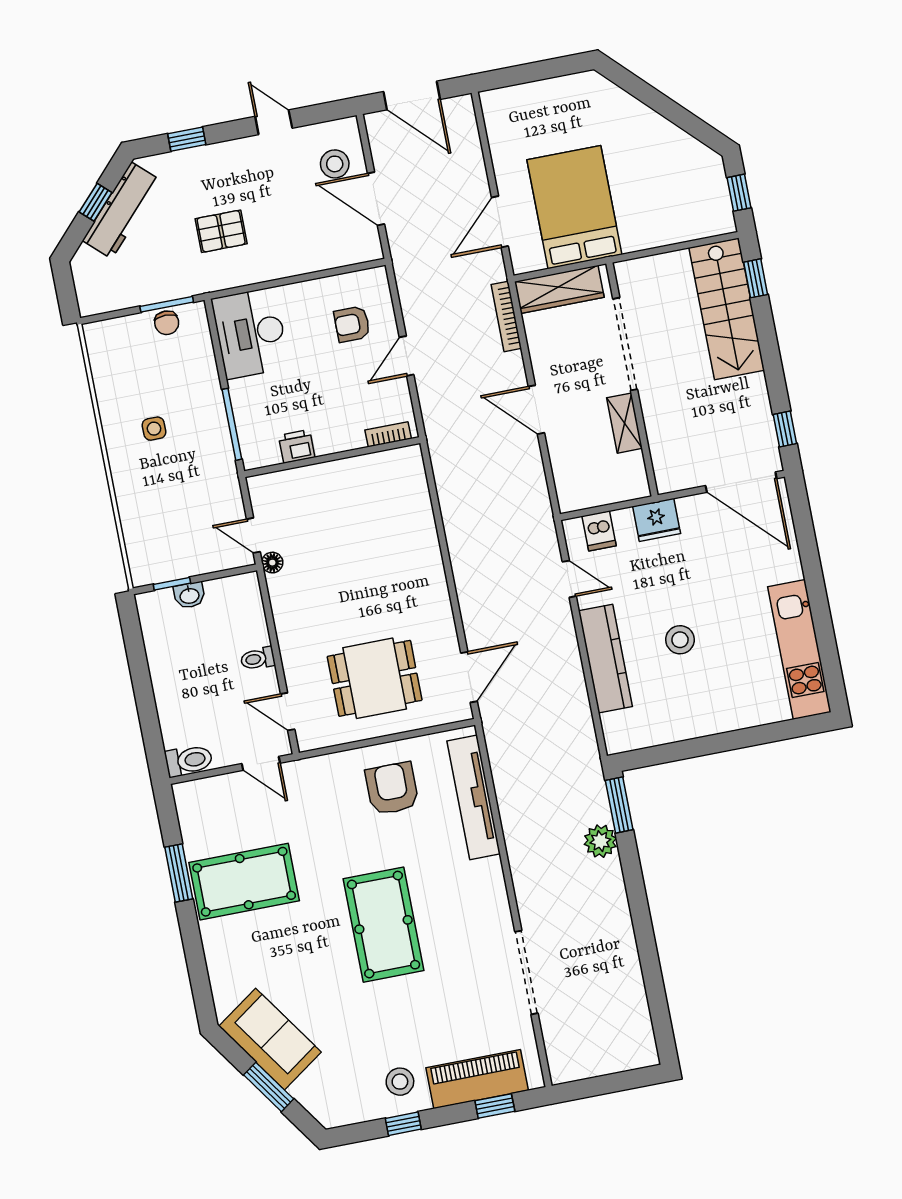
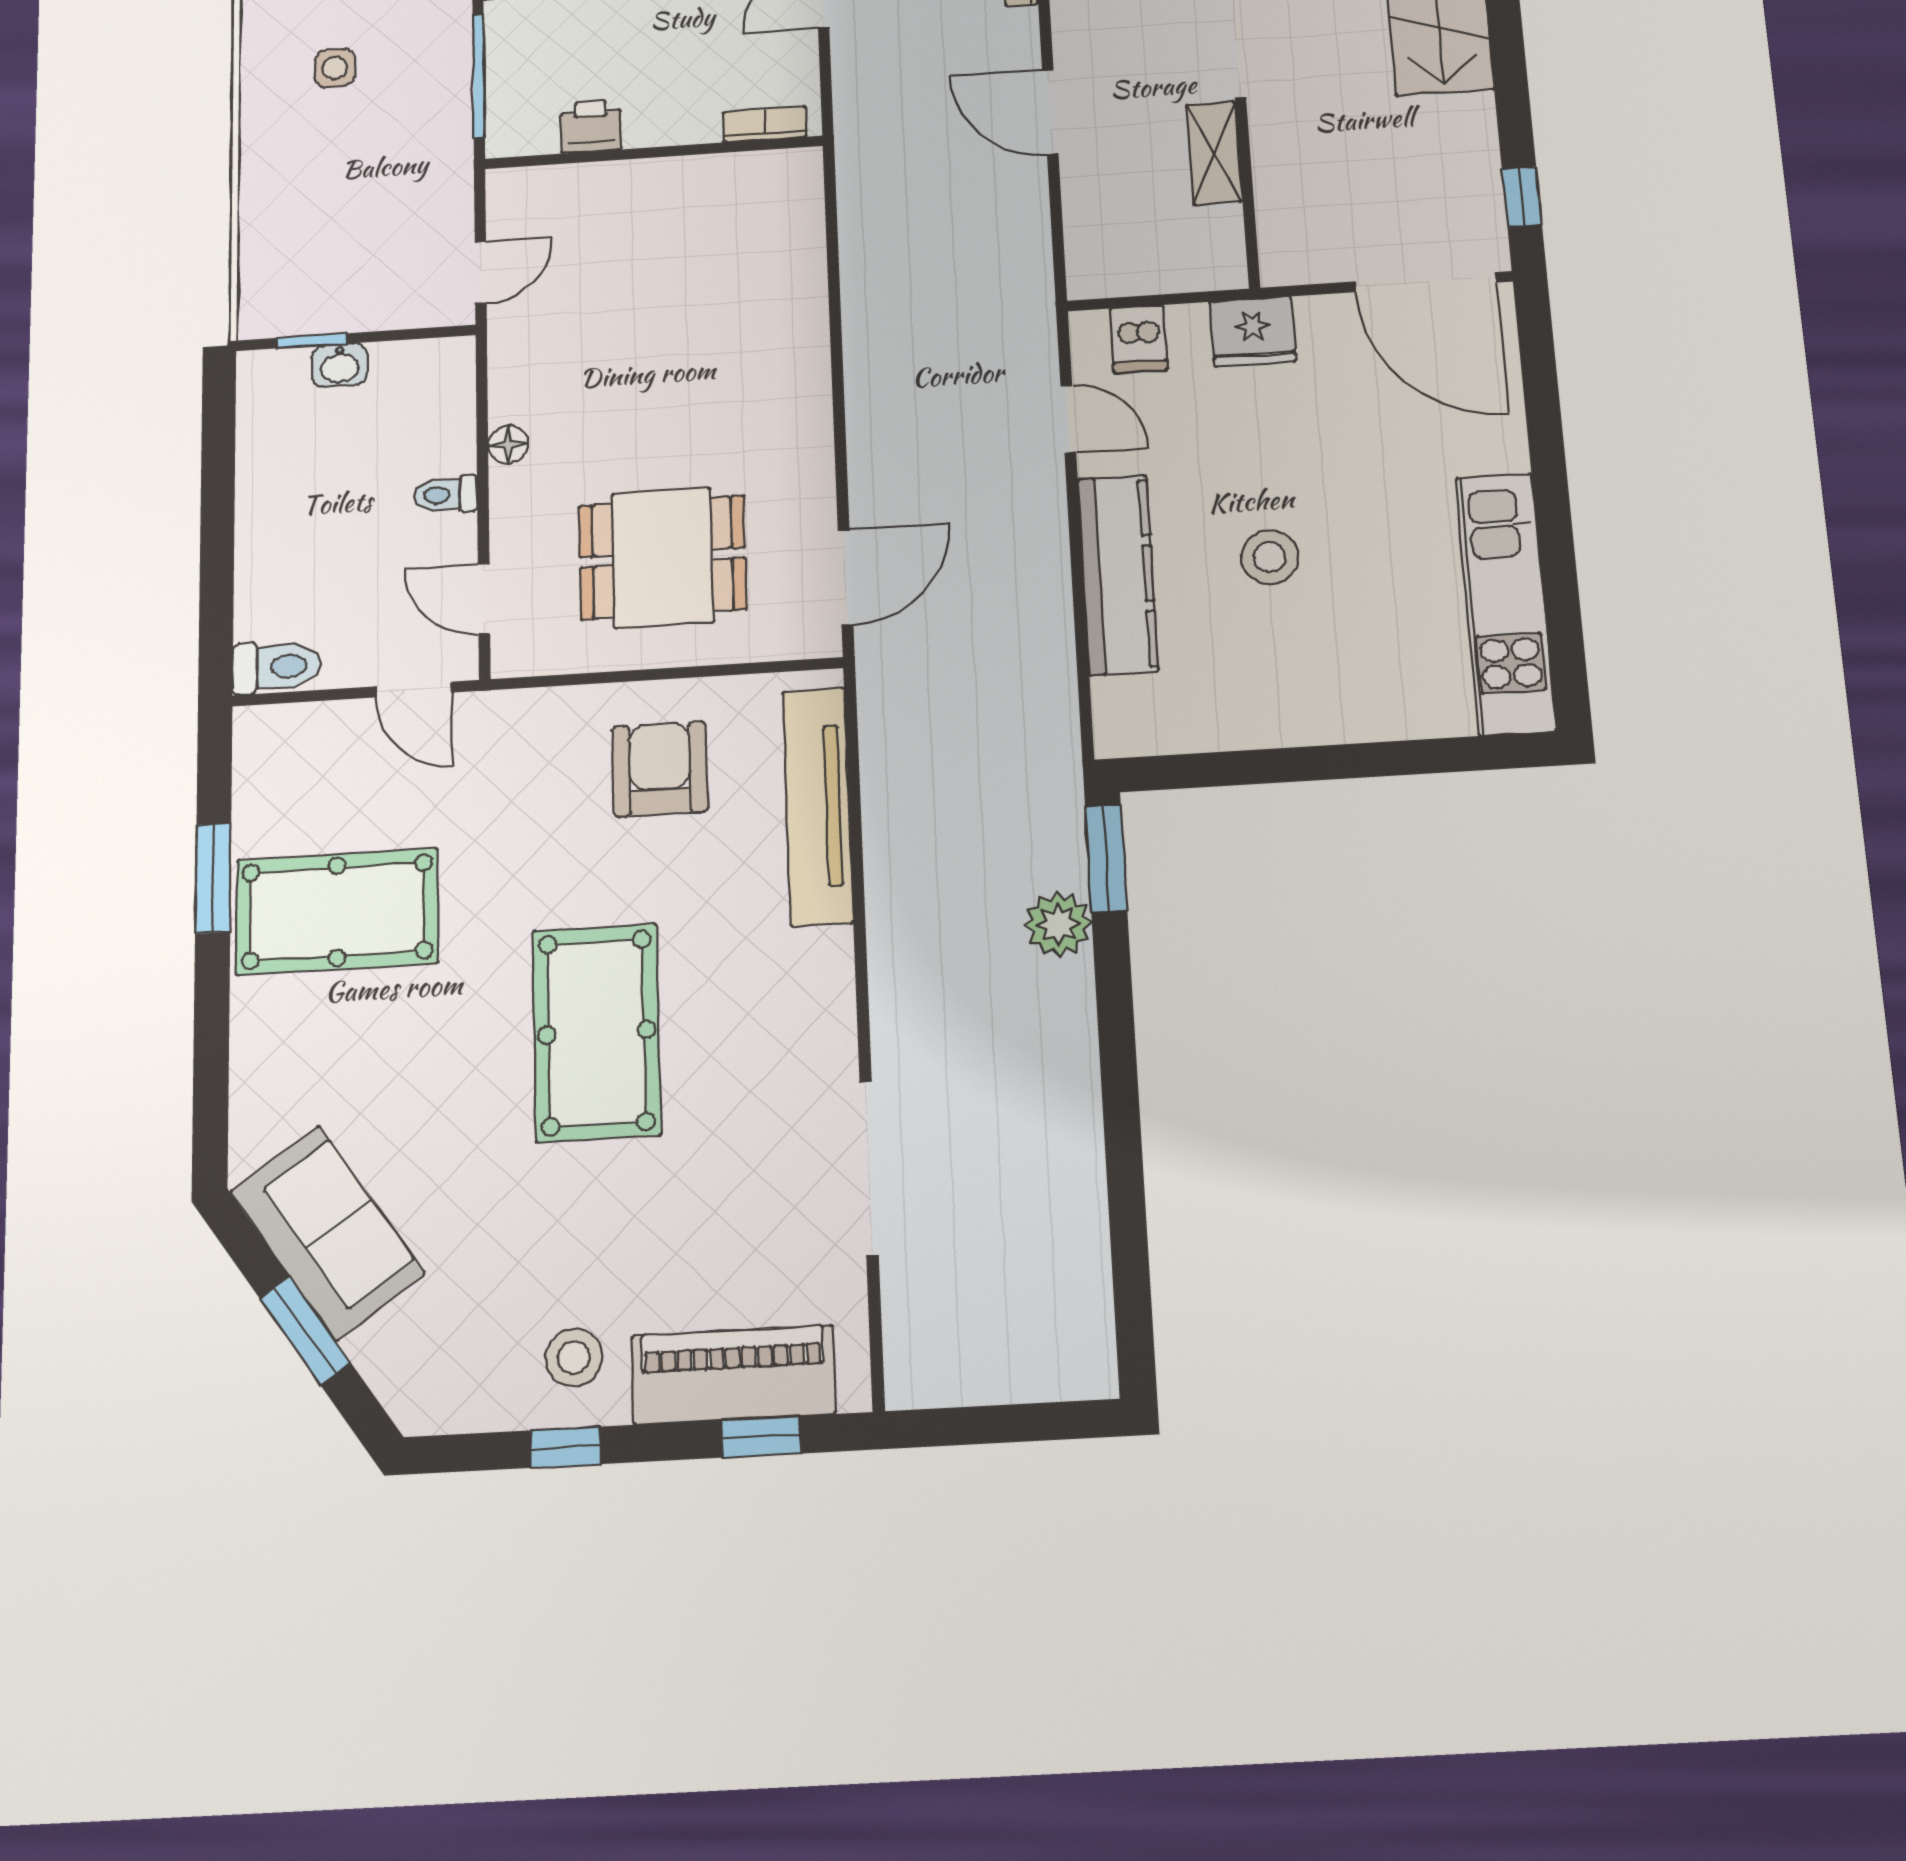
door: (253, 535) -> (481, 273), swing flipped
floor lamp: (272, 563) -> (508, 444), moved

